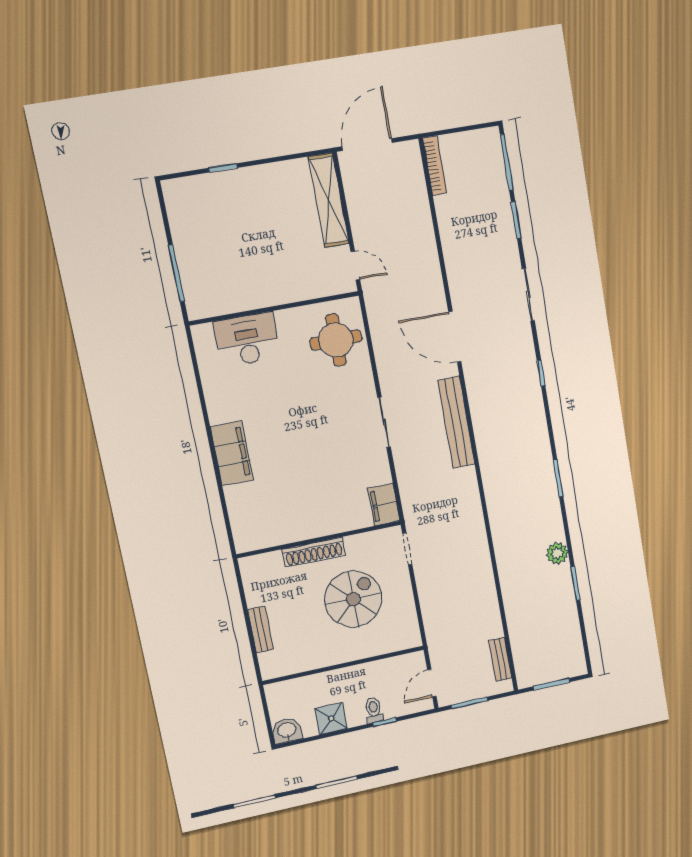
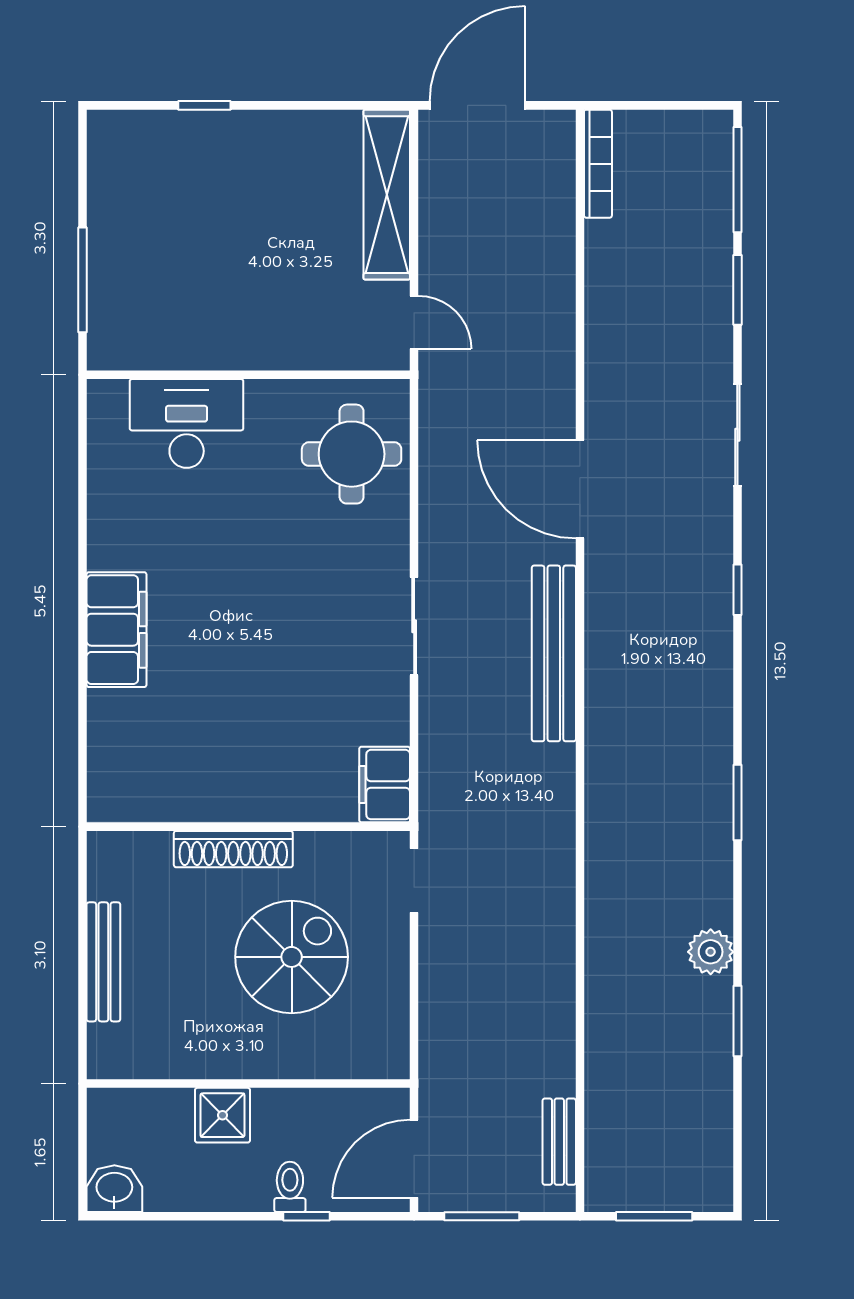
bench: (261, 630) -> (103, 962), width x1.36
door: (432, 683) -> (414, 1159), width x1.38
shower: (331, 719) -> (222, 1115), moved

